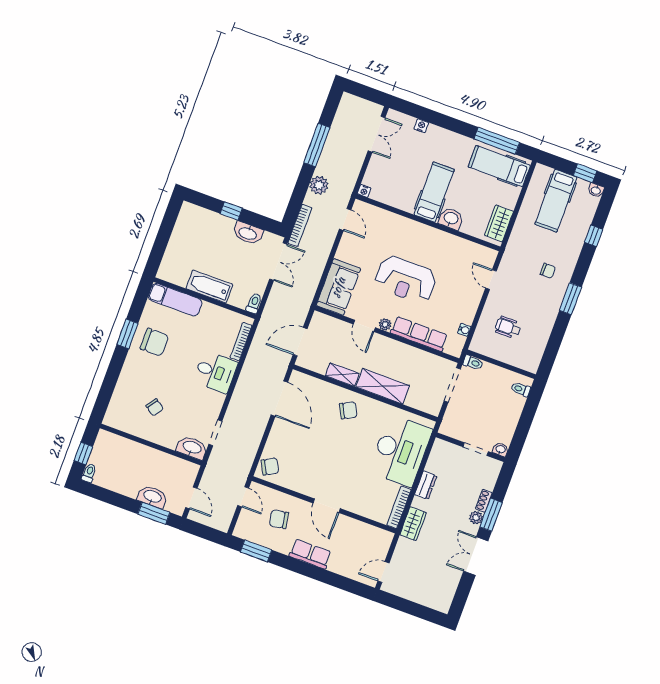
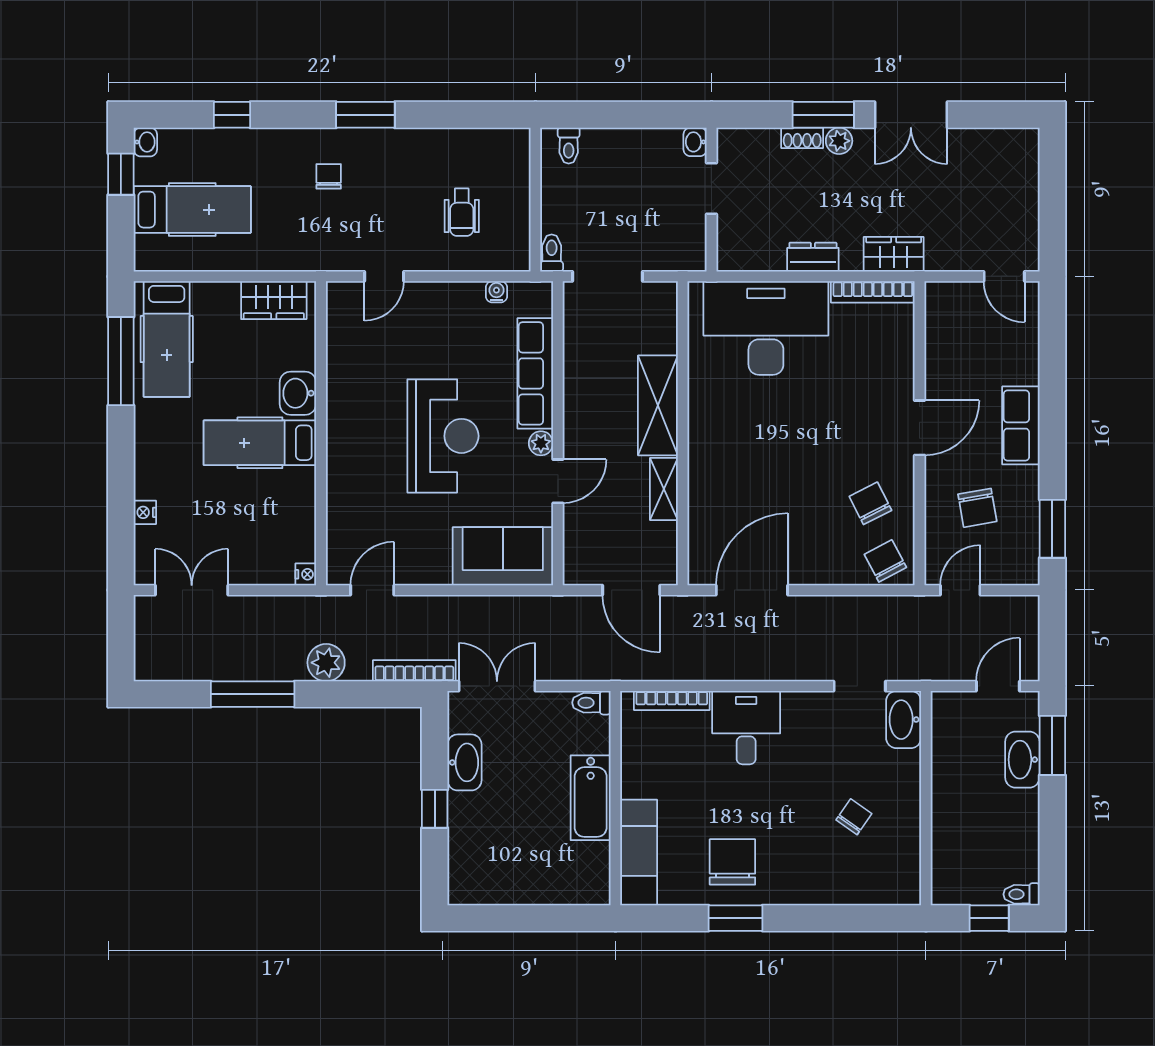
chair: (348, 410) -> (870, 503), moved

